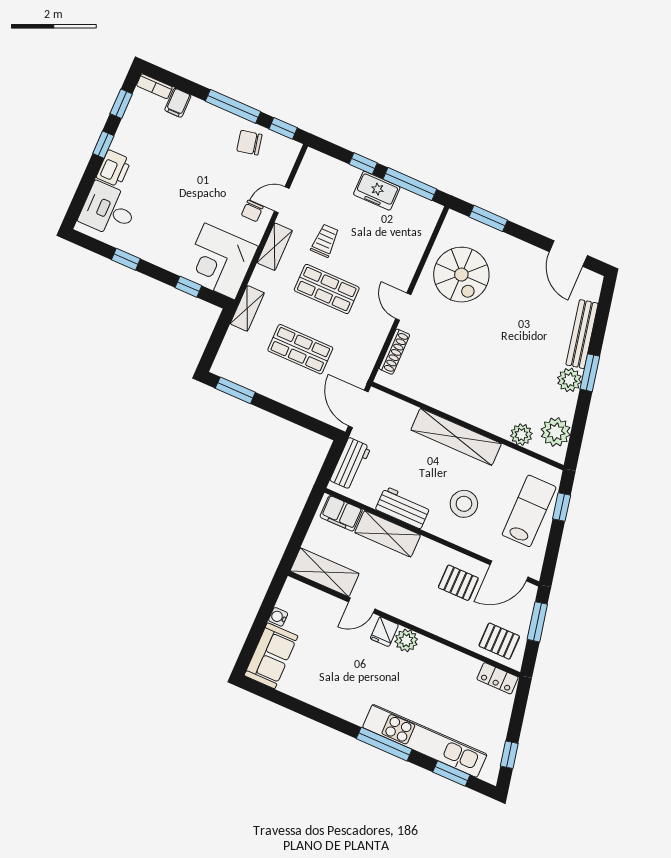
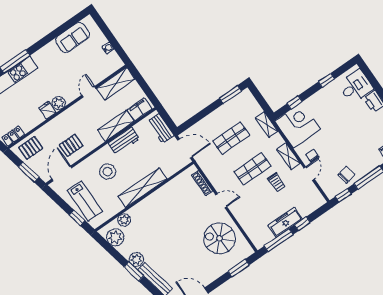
freezer: (377, 191) -> (285, 222), width x1.40
fridge: (384, 632) -> (47, 110), moved
sofa: (271, 656) -> (73, 38), moved, turned -90

